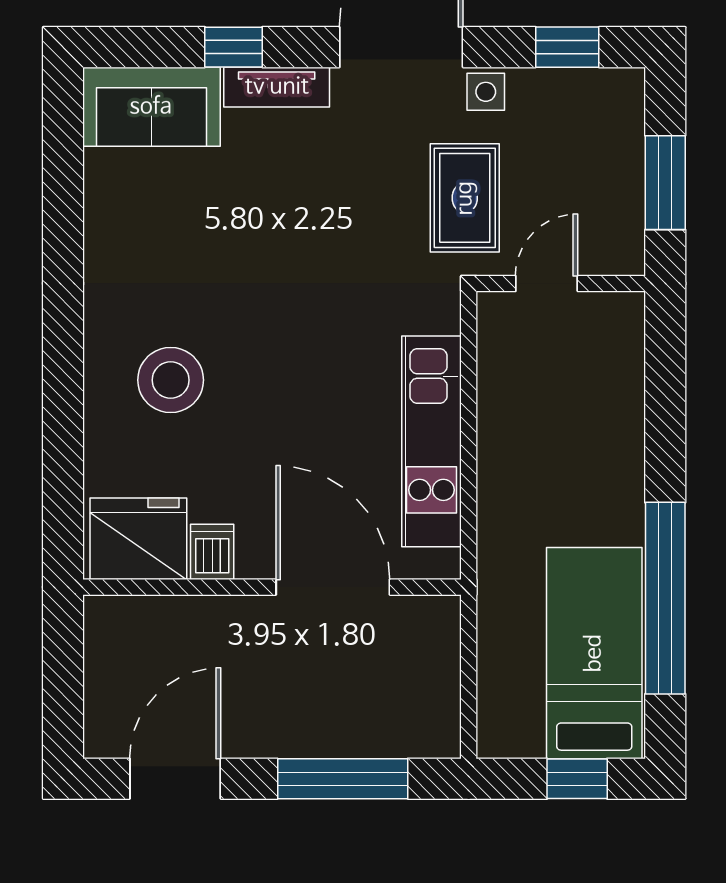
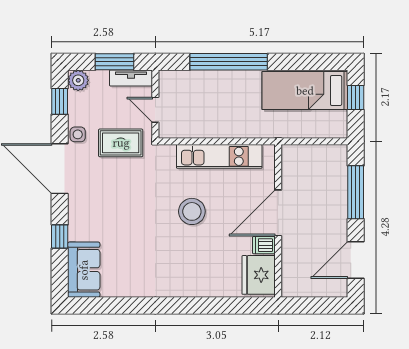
tv unit: (277, 87) -> (131, 78), moved, turned 90
plant: (619, 93) -> (78, 80), added
stool: (171, 380) -> (192, 211), moved
door: (333, 587) -> (278, 213), moved
window: (665, 598) -> (229, 62), moved
door: (175, 779) -> (356, 260), hinge flipped

